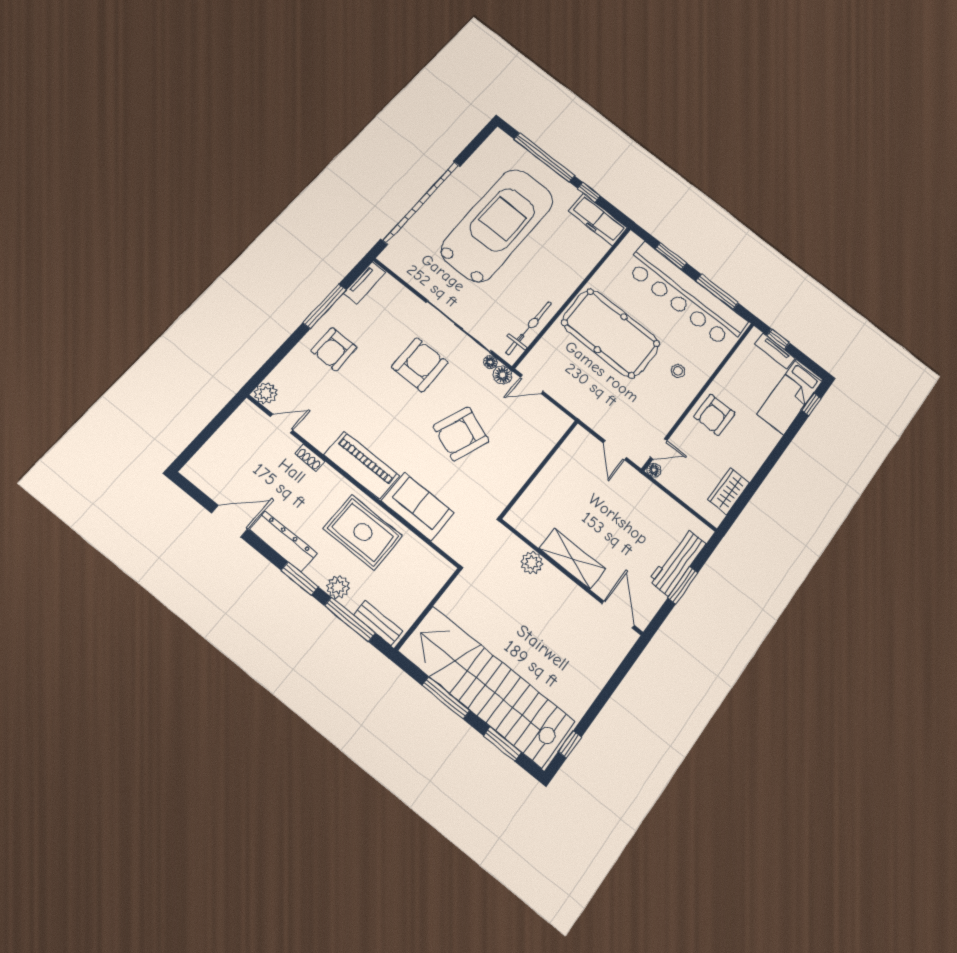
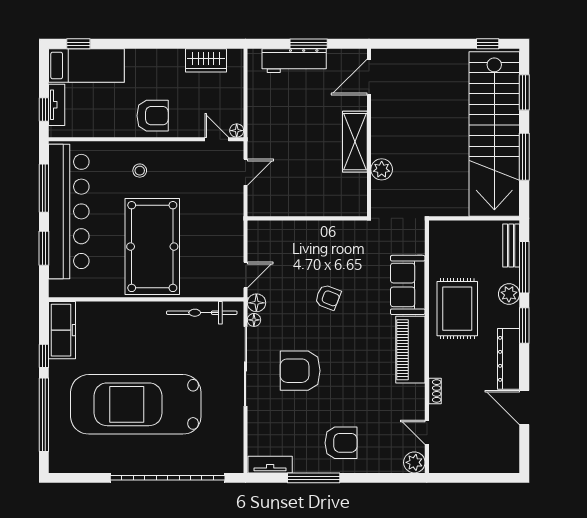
door: (532, 384) -> (245, 275), hinge flipped
armchair: (461, 434) -> (328, 297), width x0.53, depth x0.53

